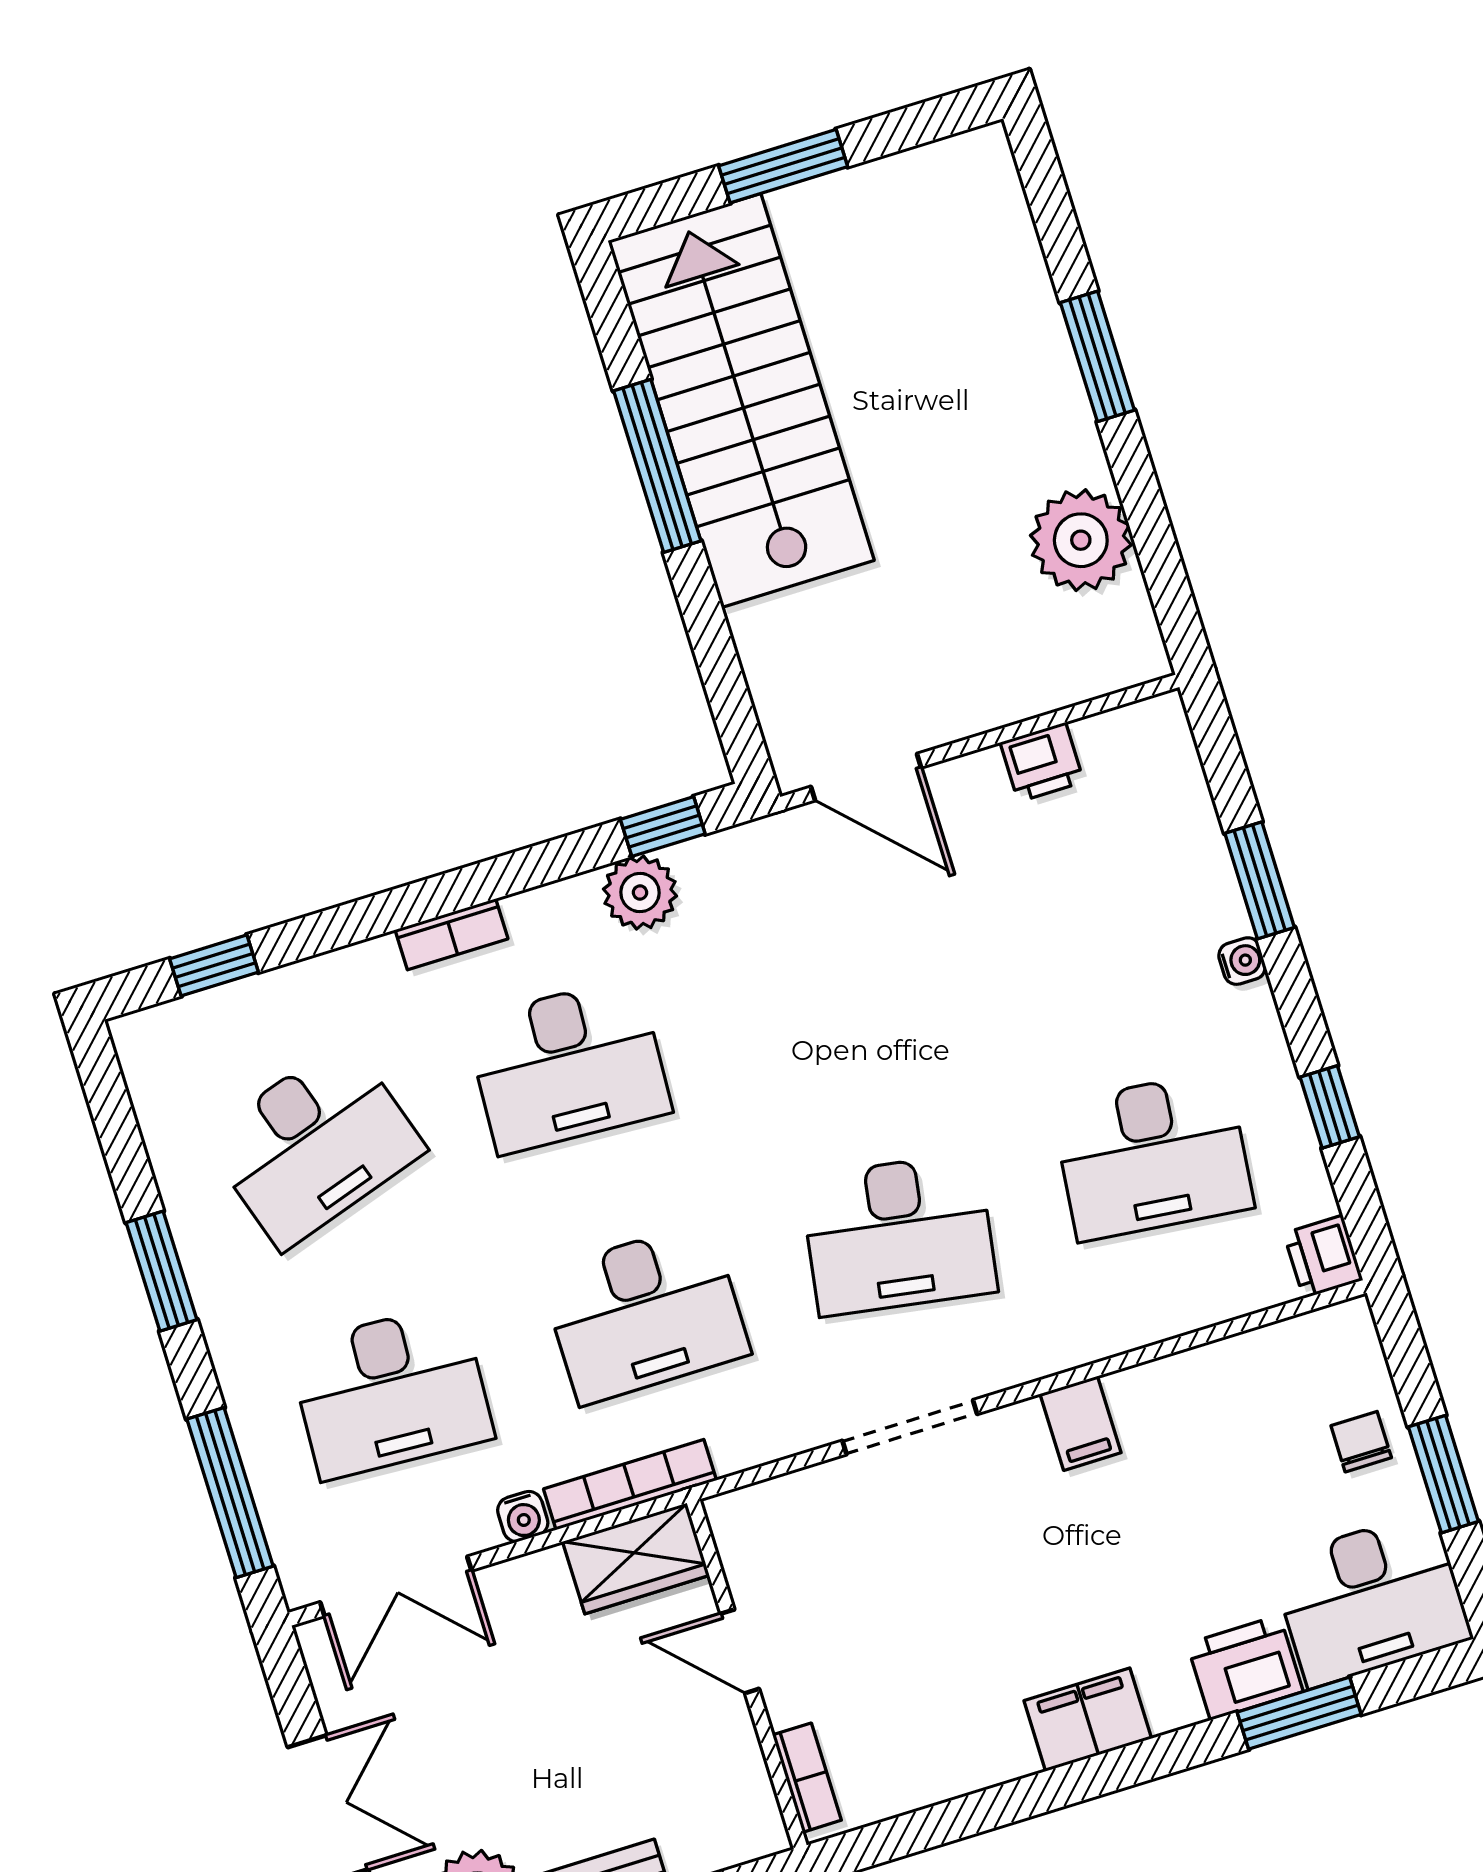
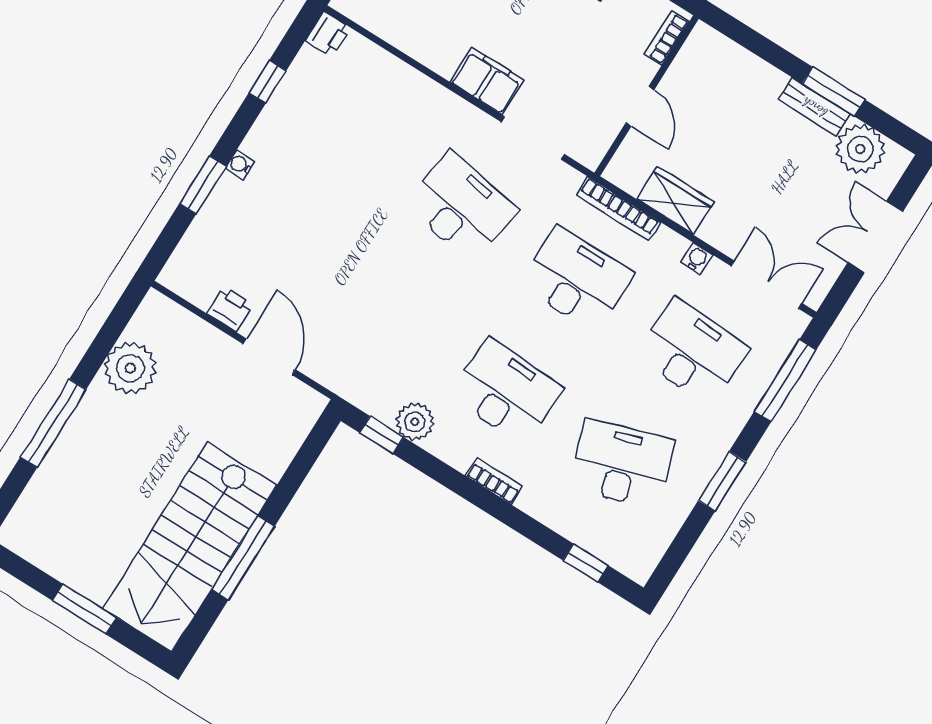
window: (1097, 356) -> (53, 423), width x1.44
door: (866, 777) -> (269, 357), moved
desk: (1153, 1156) -> (346, 134), removed
filing cabinet: (1081, 1423) -> (487, 81), width x2.00
bookcase: (630, 1485) -> (618, 209), moved
door: (740, 1651) -> (640, 106), moved
wall: (747, 1674) -> (647, 96), moved
bookcase: (807, 1778) -> (667, 38), moved

